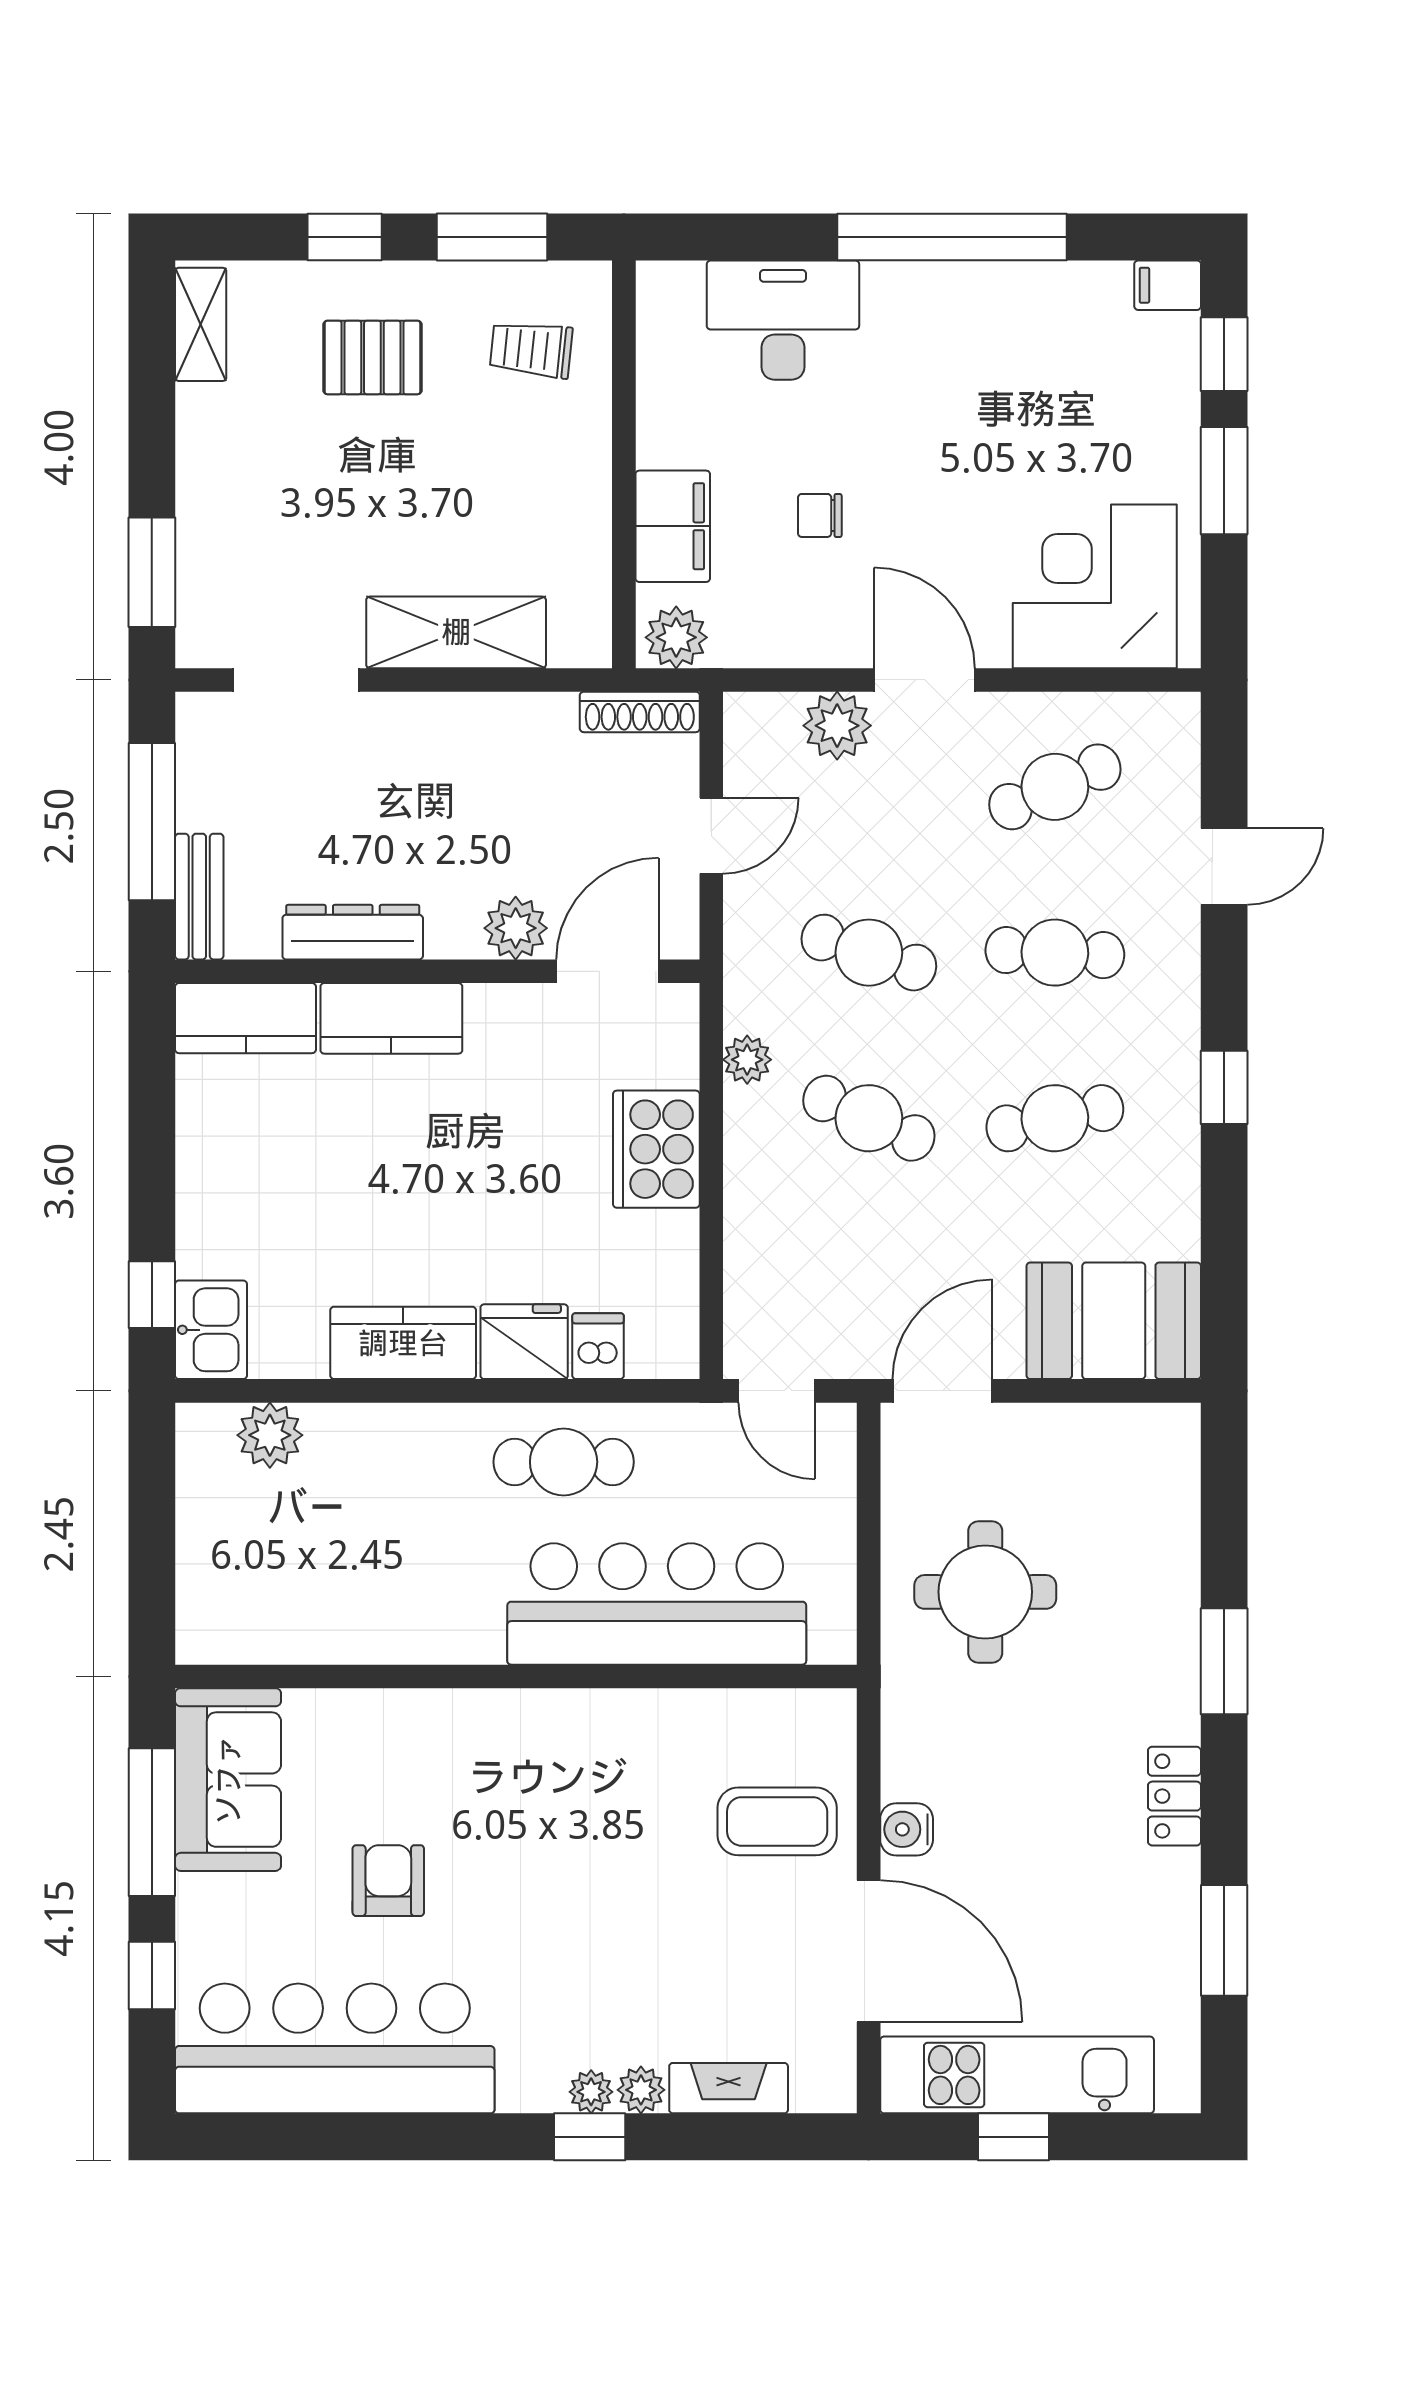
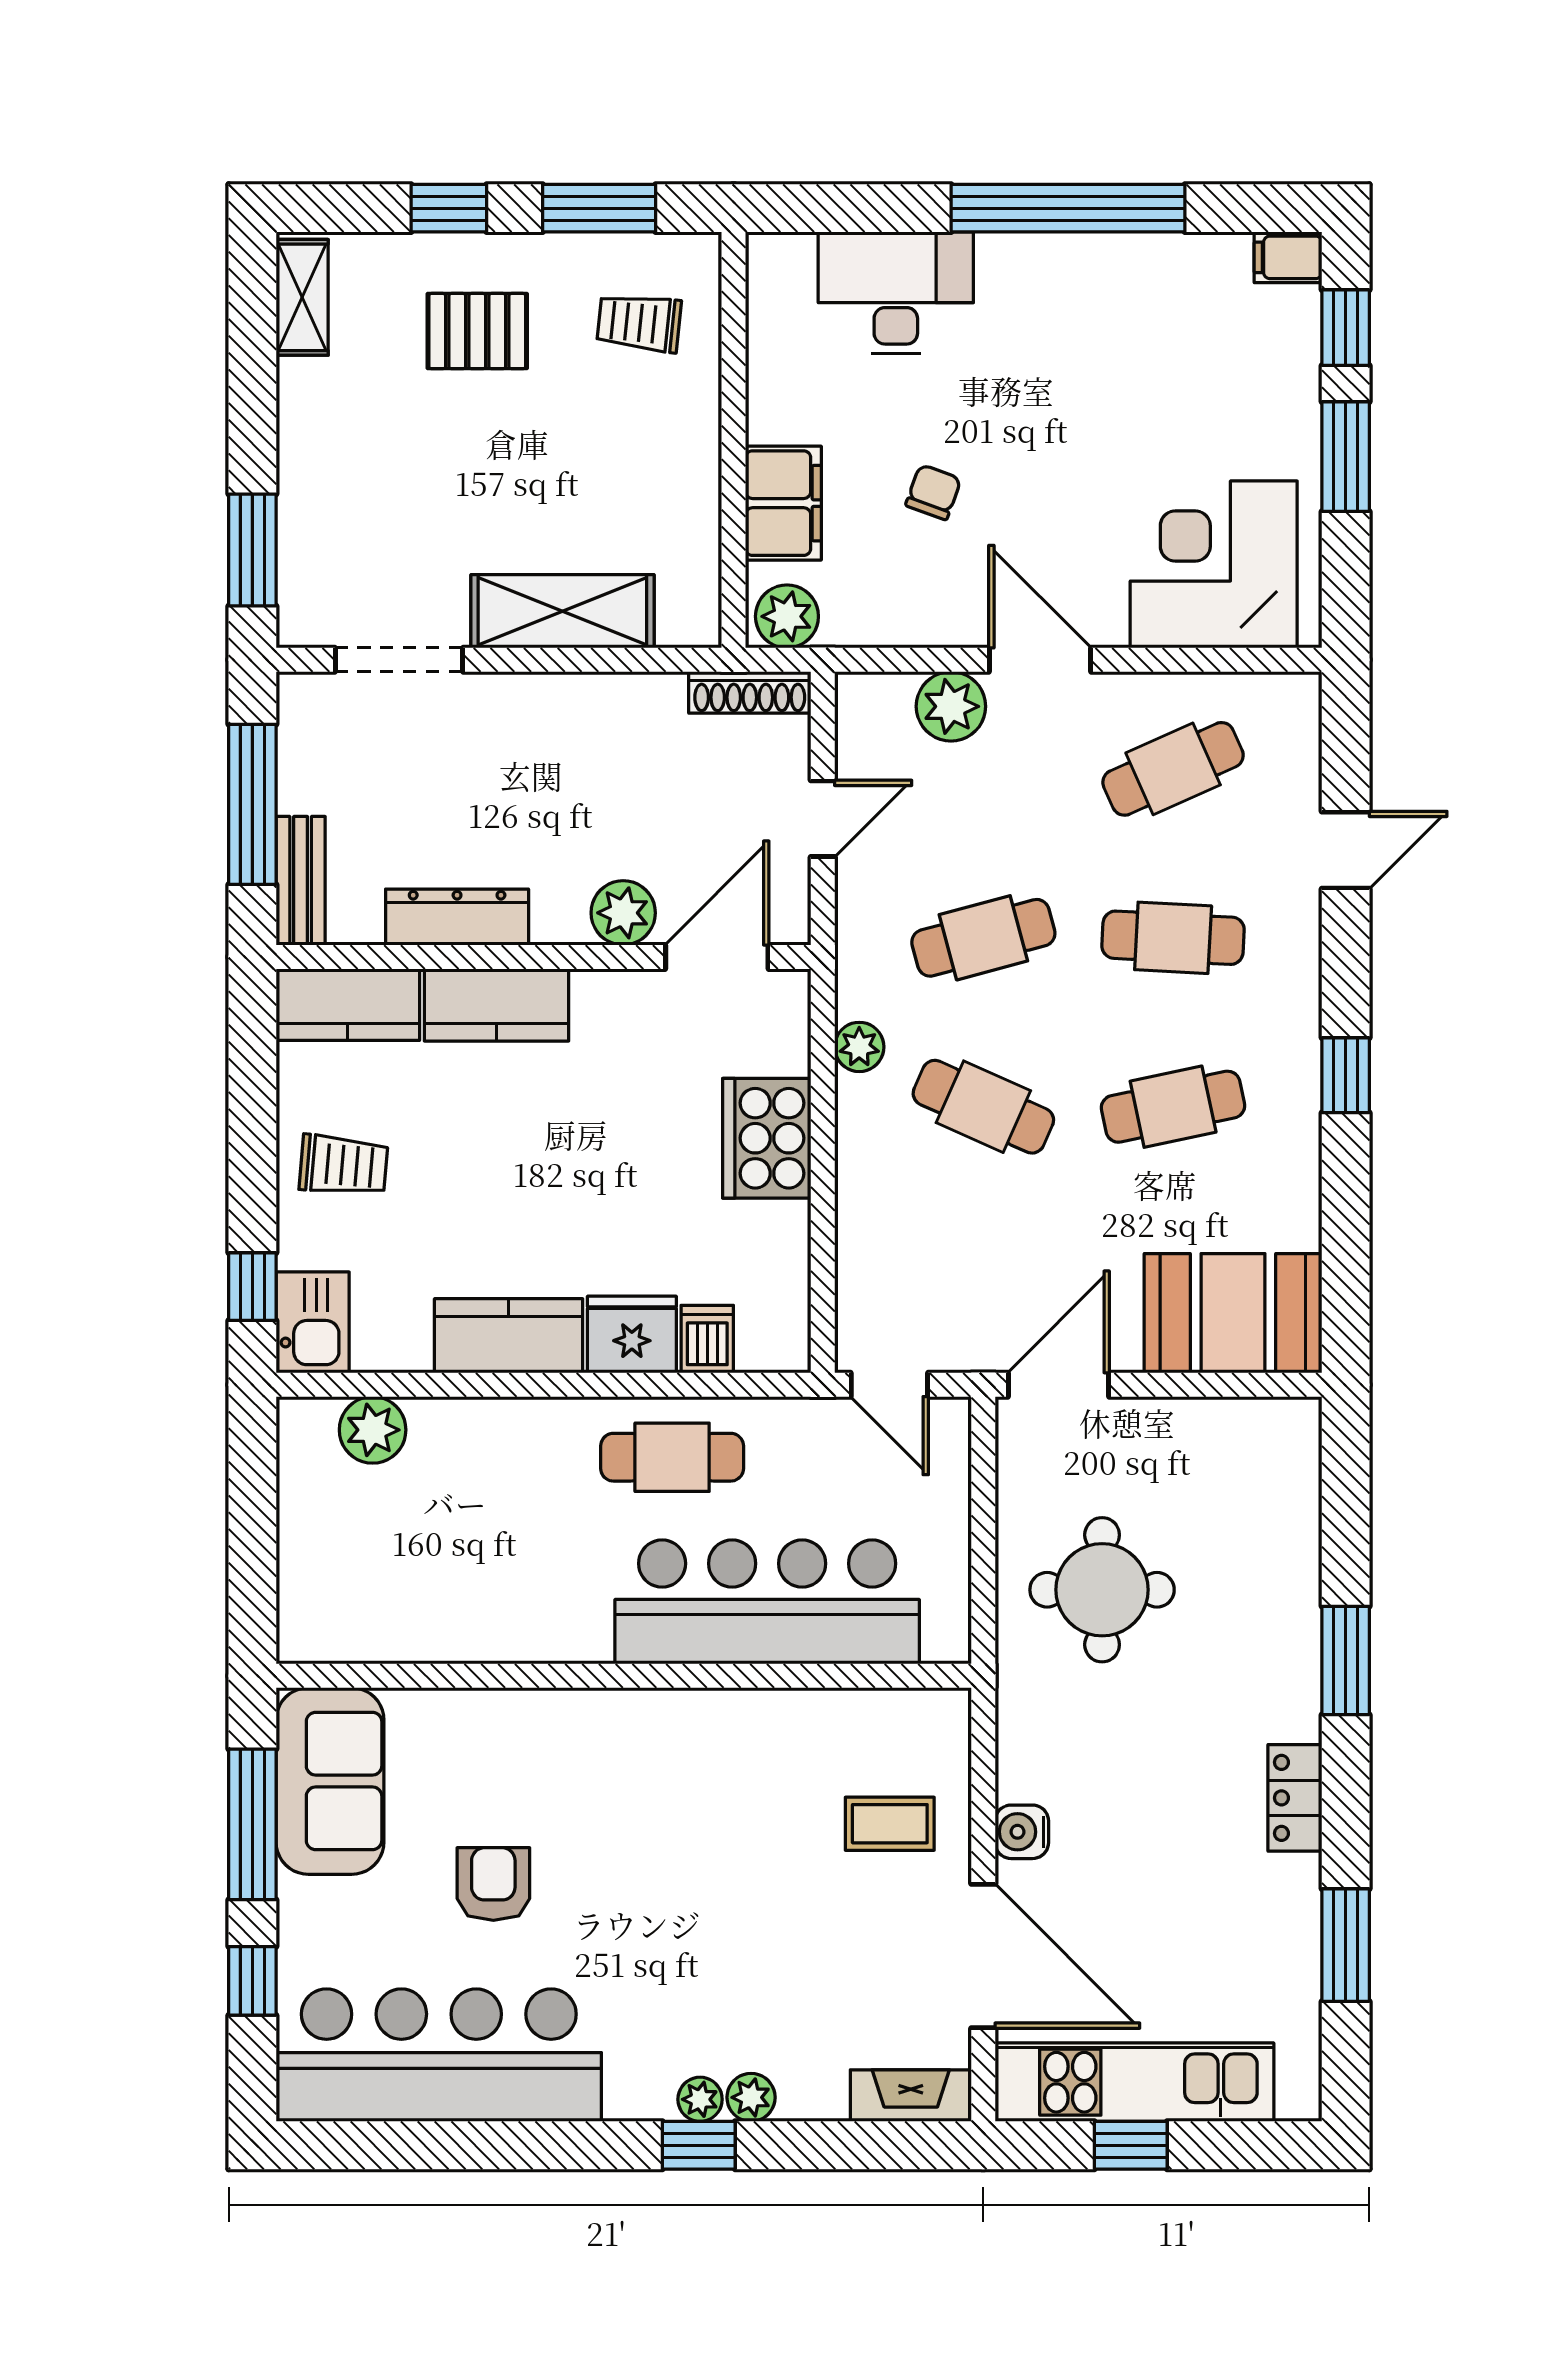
chair: (820, 515) -> (933, 492), turned 110
cafe table: (869, 953) -> (983, 938), turned -33
trolley: (241, 1176) -> (344, 1165), added
coffee table: (777, 1821) -> (890, 1824), width x0.73, depth x0.77
fireplace: (729, 2088) -> (911, 2096), moved

